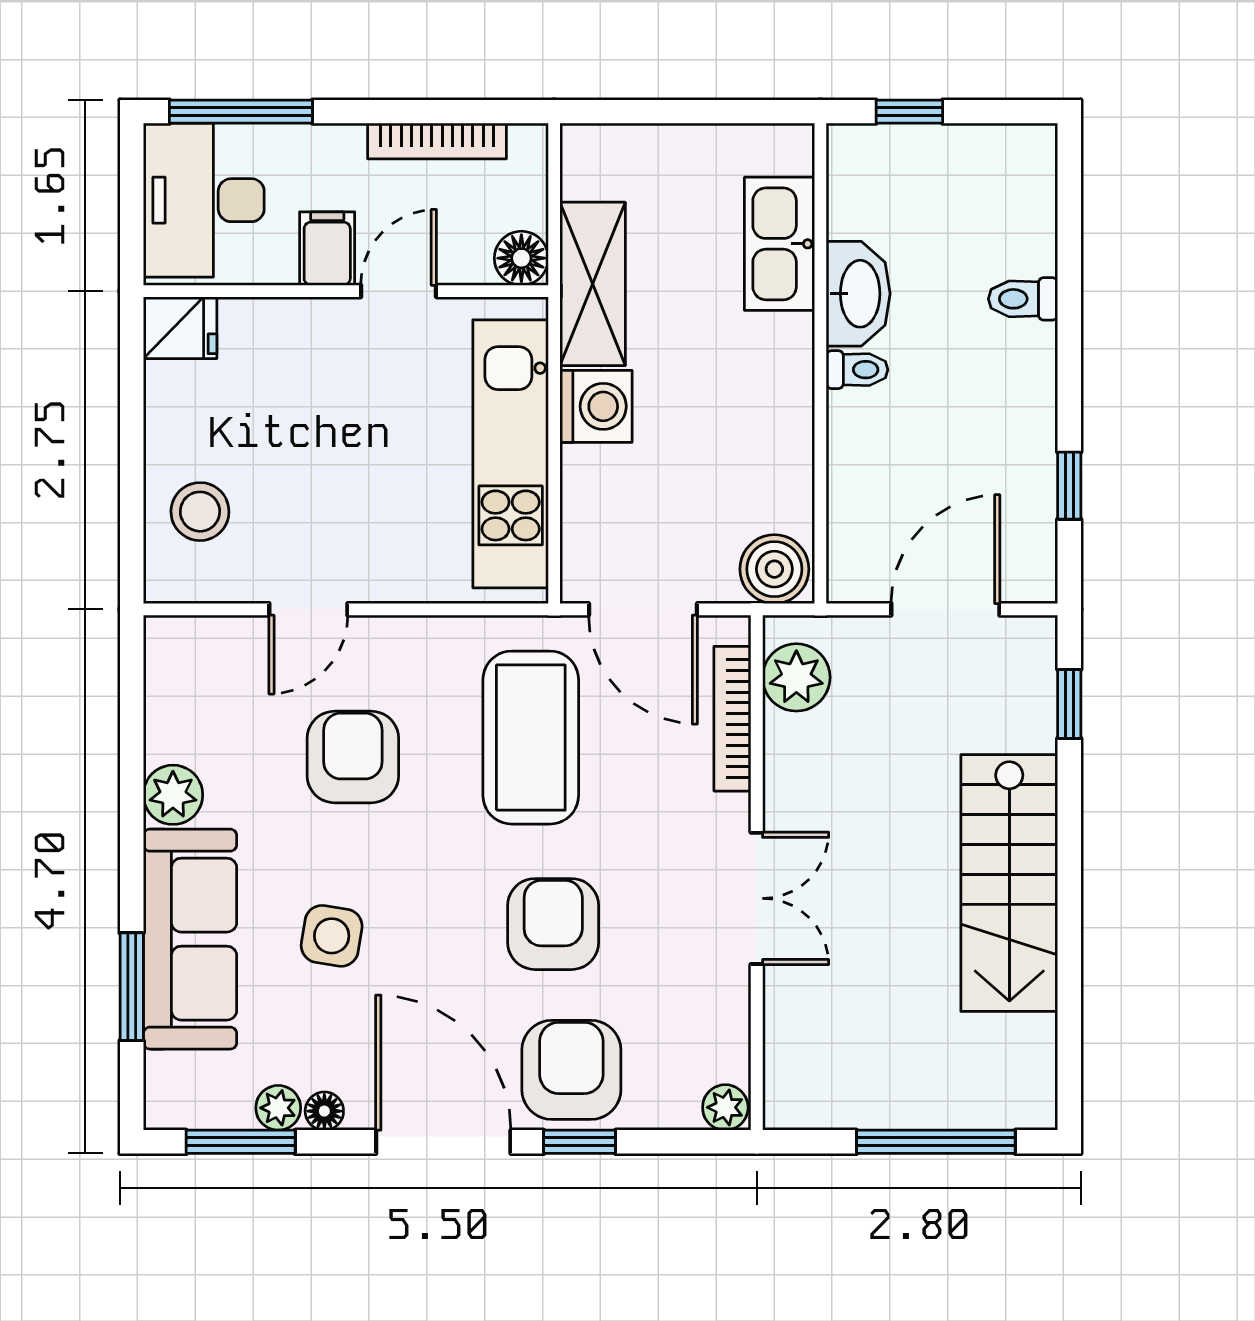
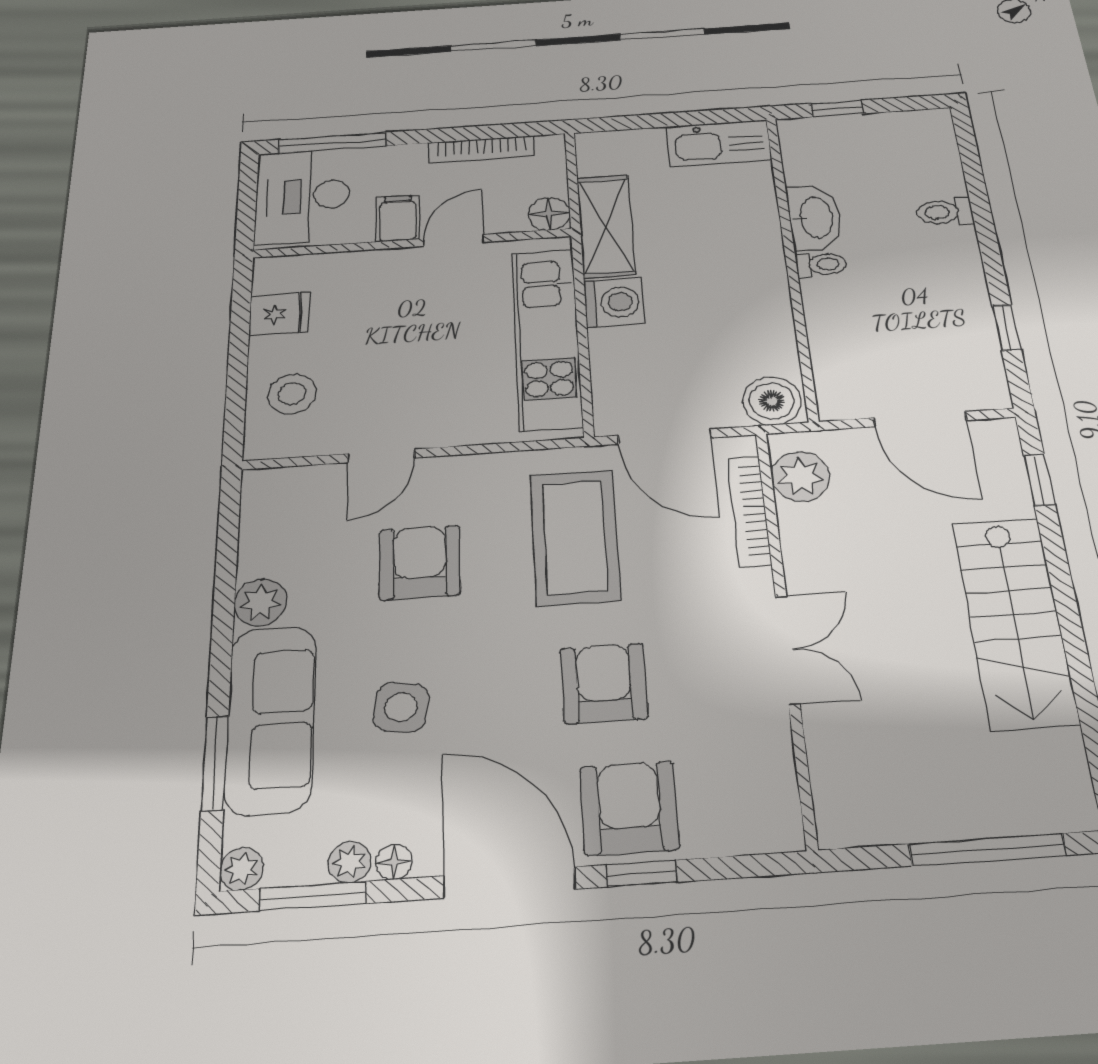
kitchen sink: (780, 244) -> (719, 143), moved, turned -90
fridge: (180, 328) -> (279, 314), moved
door: (945, 609) -> (920, 419), swing flipped
plant: (725, 1107) -> (242, 869), moved

